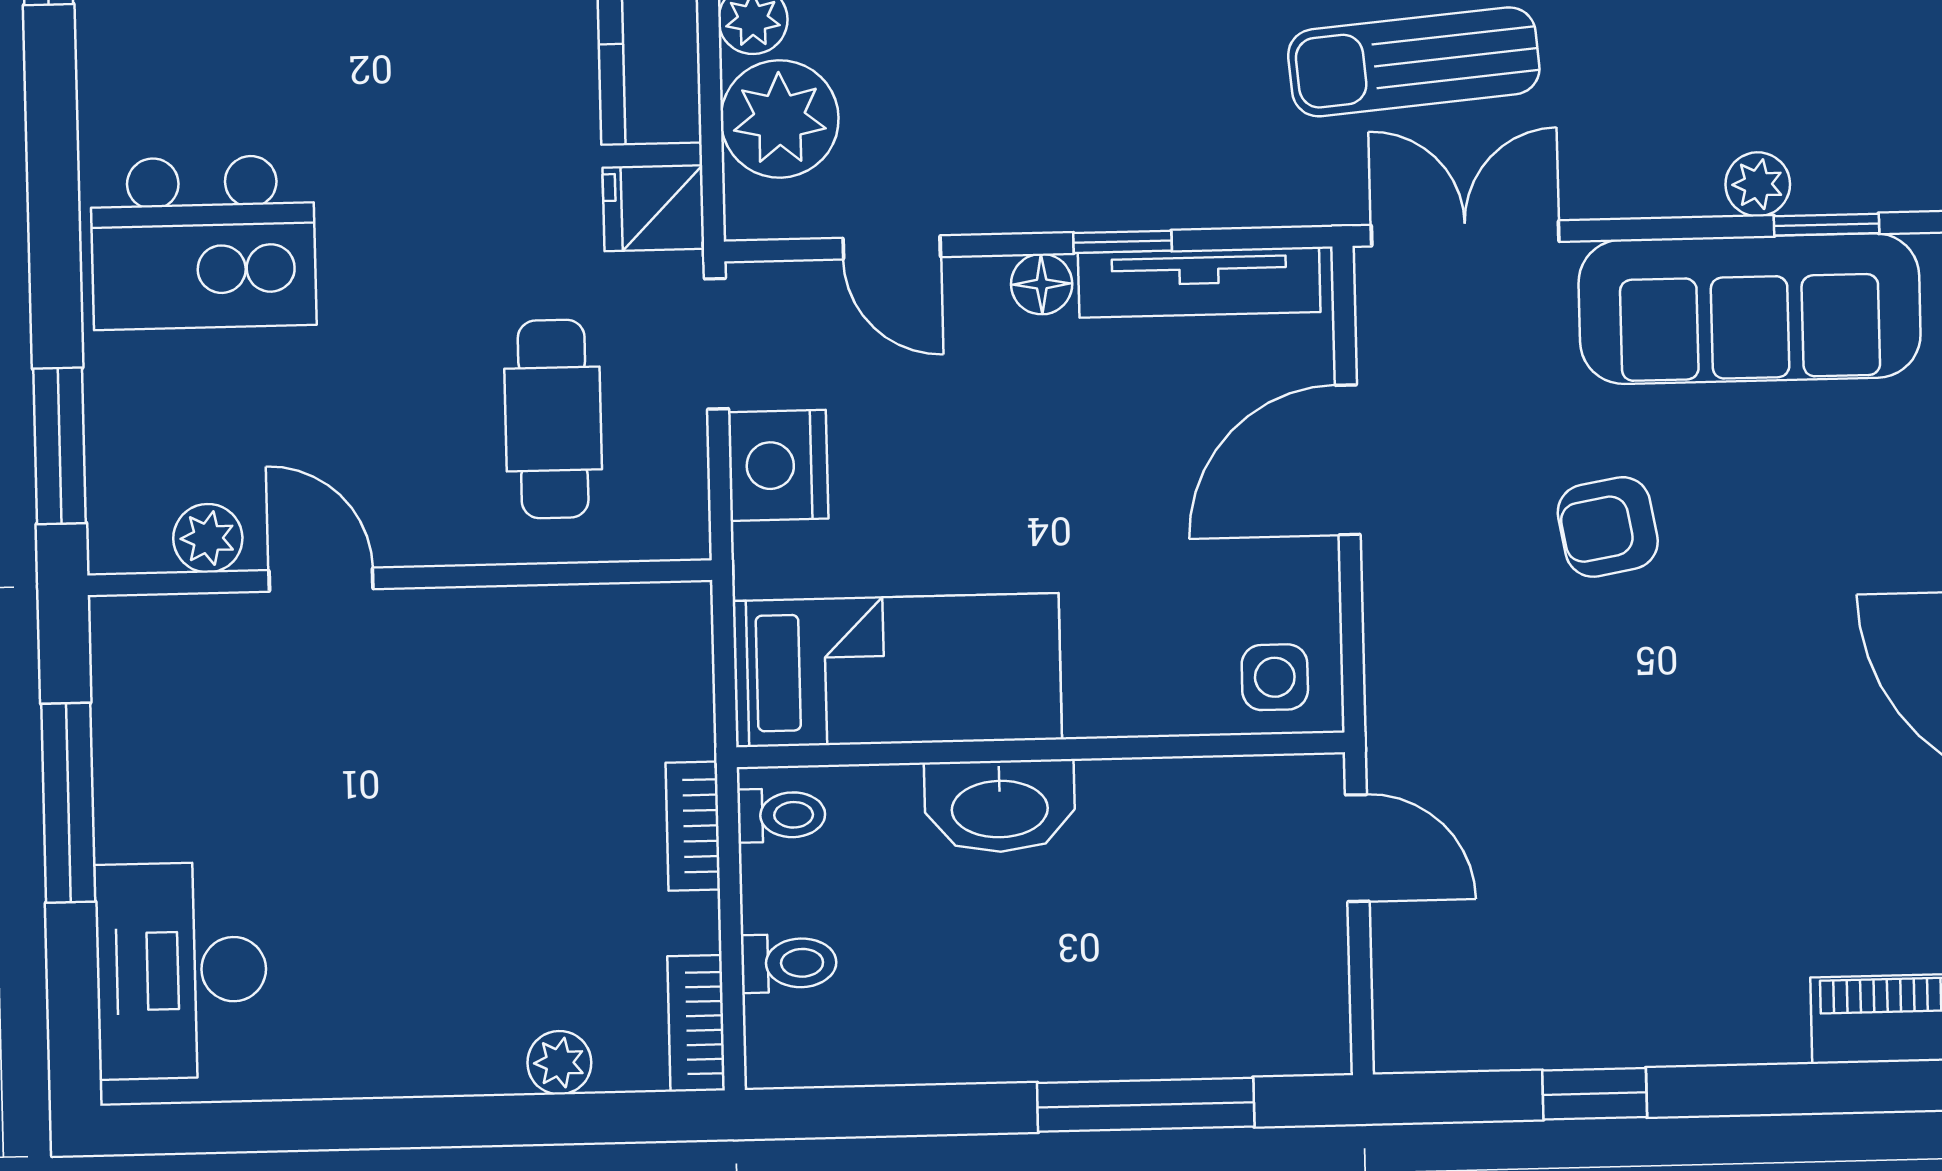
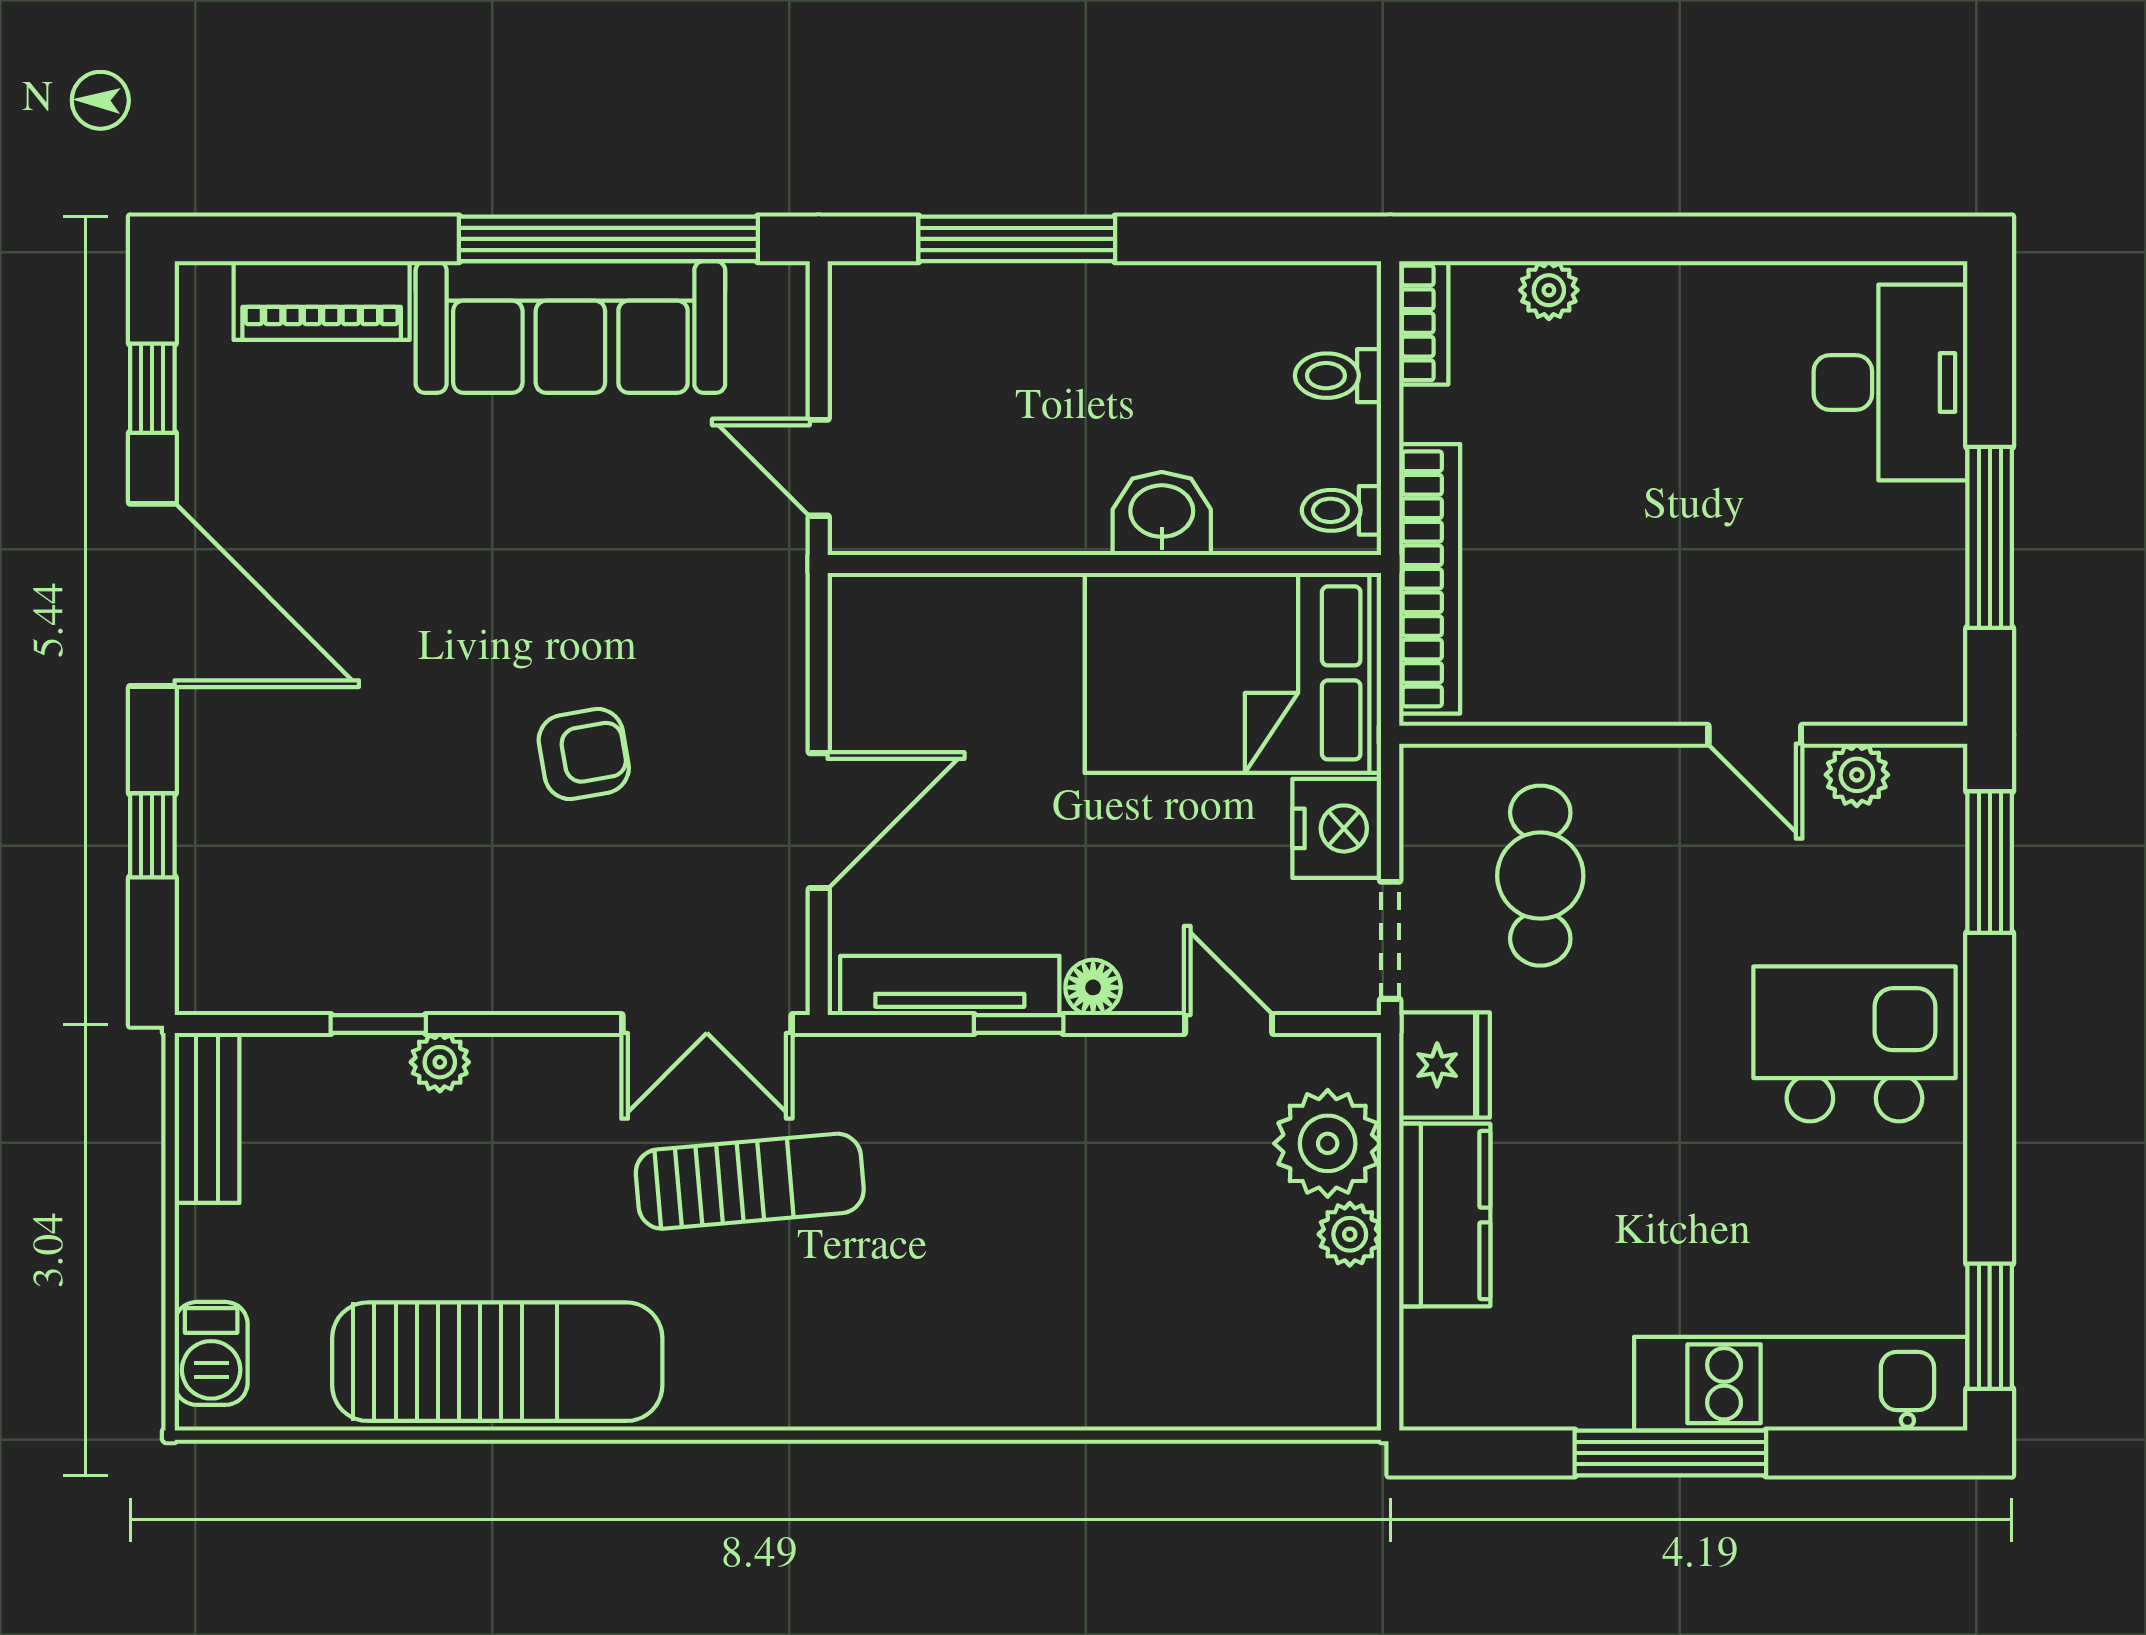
fridge: (653, 208) -> (1444, 1065), width x1.38
sofa: (1750, 309) -> (570, 327), moved, turned 180
bed: (897, 670) -> (1233, 673), width x1.50
side table: (1275, 677) -> (890, 625), removed
washbasin: (1000, 806) -> (1162, 514), width x0.72
bookcase: (693, 826) -> (1430, 579), width x2.31, depth x1.31
window: (1595, 1094) -> (608, 239), width x3.17

